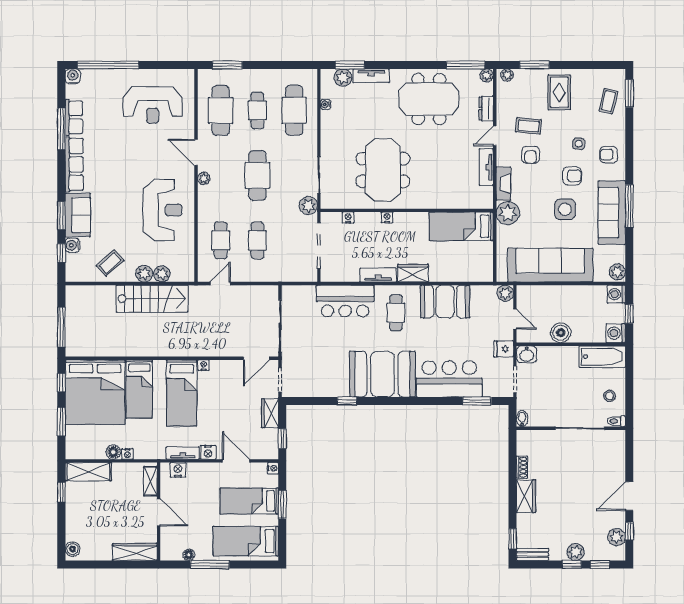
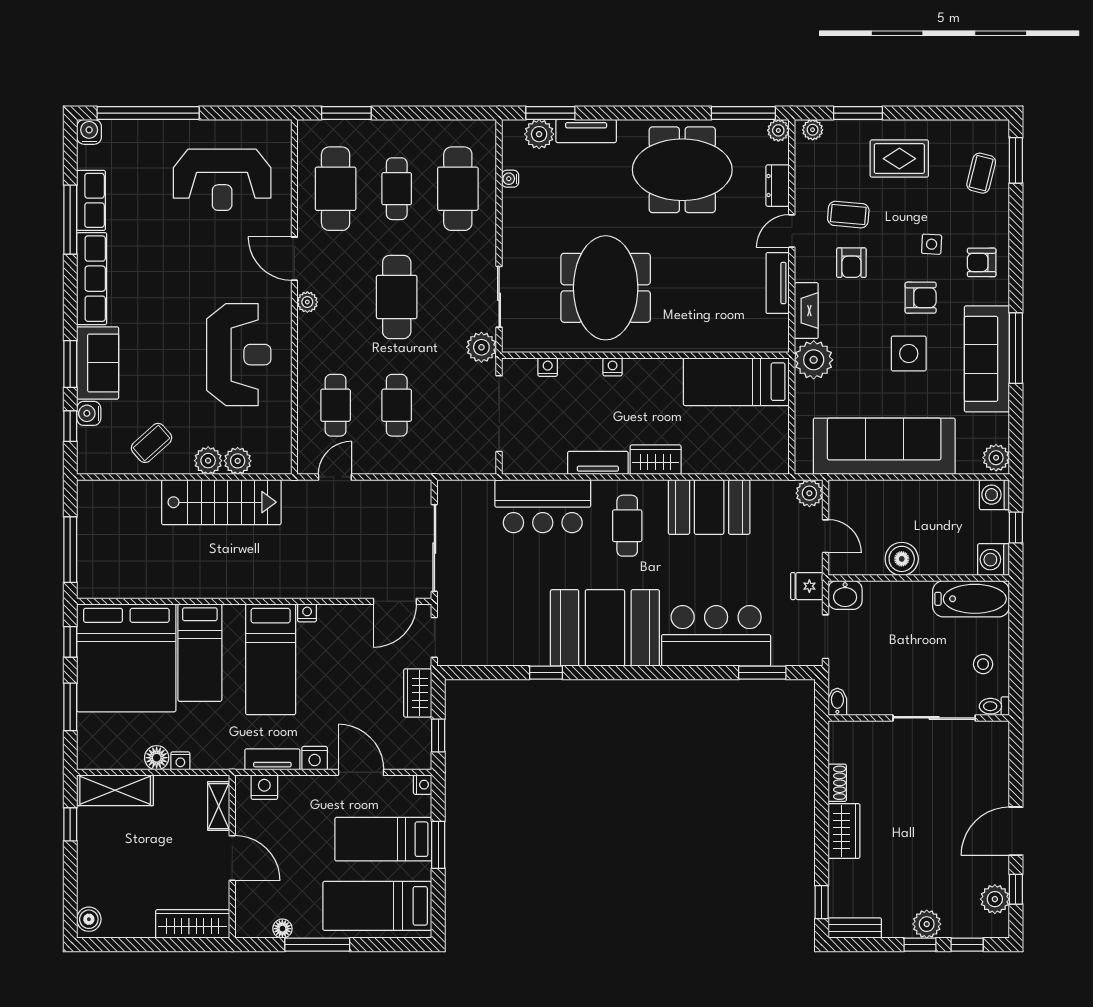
rug: (559, 92) -> (899, 159), turned 90

